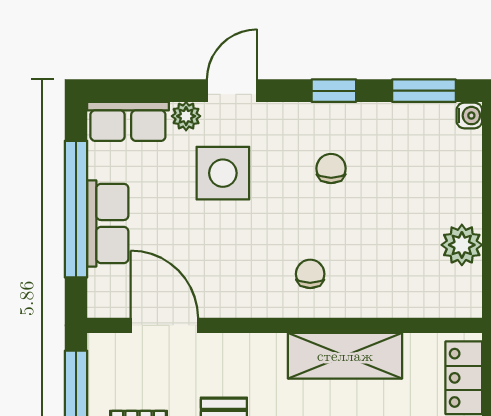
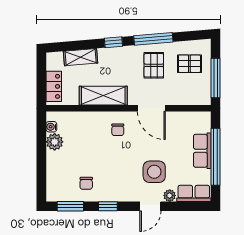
water cooler: (469, 116) -> (51, 127), moved
chair: (331, 168) -> (86, 183), moved
door: (164, 325) -> (151, 108), moved

